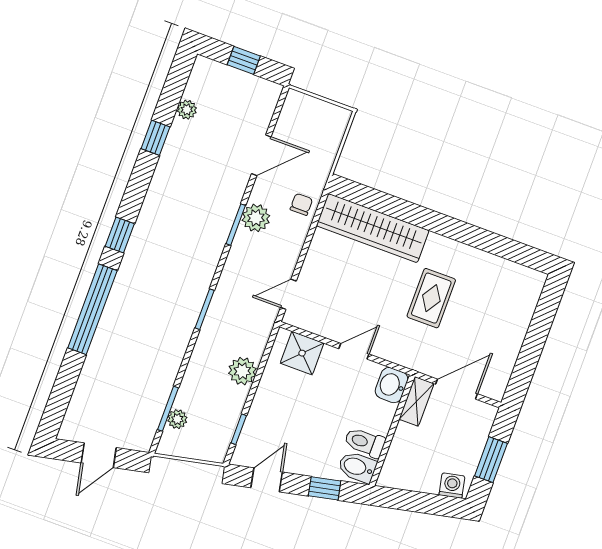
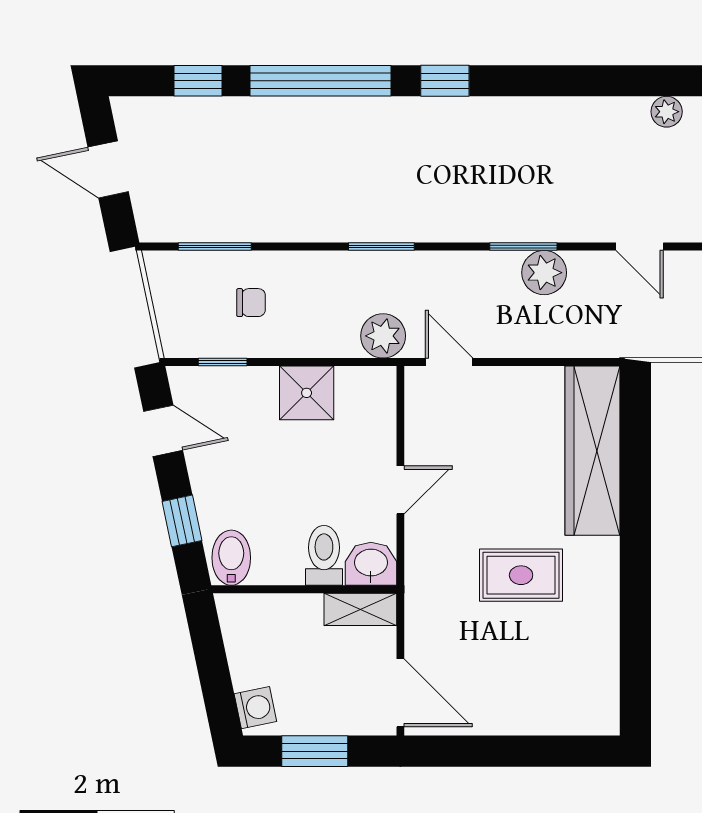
window: (156, 138) -> (198, 81), moved
door: (261, 155) -> (640, 246), width x0.73
chair: (301, 204) -> (251, 303), moved
door: (354, 351) -> (400, 490), hinge flipped
shower: (302, 353) -> (307, 393), moved
plant: (242, 371) -> (383, 336), moved
door: (457, 389) -> (400, 693), moved
plant: (177, 419) -> (204, 266), removed
toilet: (365, 442) -> (324, 555), moved

